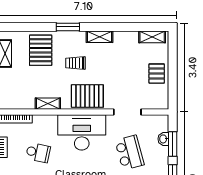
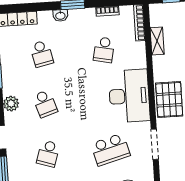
shelving: (48, 104) -> (157, 41), moved

